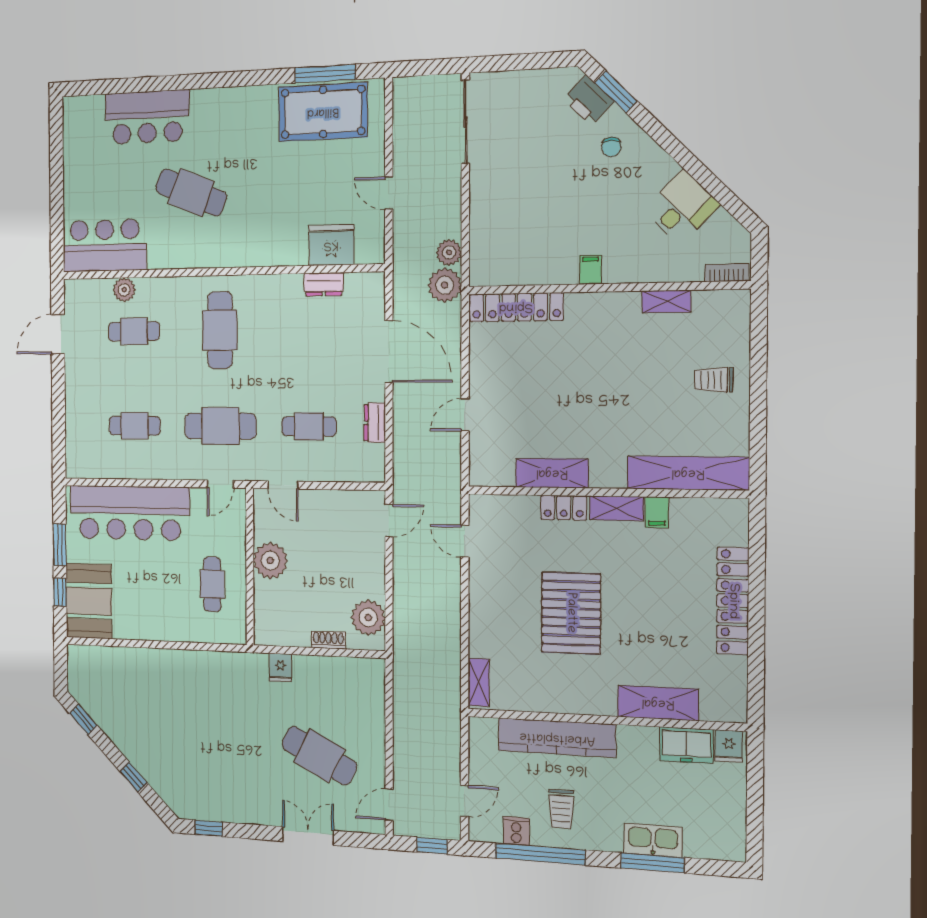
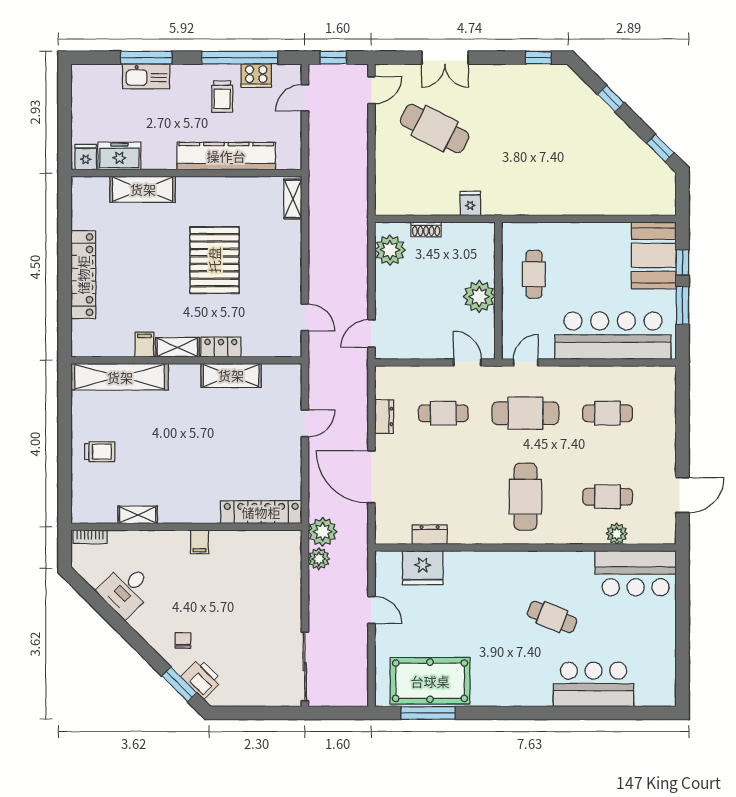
cafe table: (191, 192) -> (552, 617), width x0.73, depth x0.74
trolley: (561, 809) -> (222, 97), turned 180
cooker: (516, 831) -> (256, 76), width x1.36

